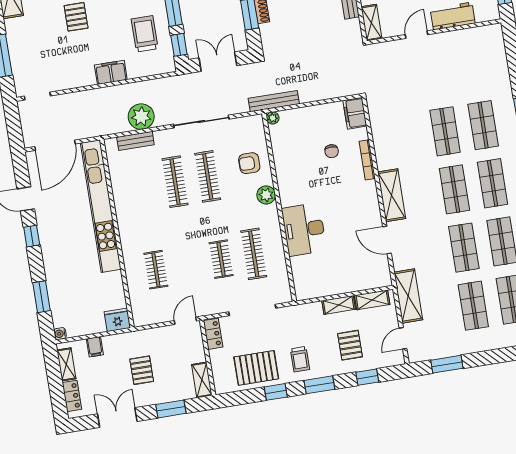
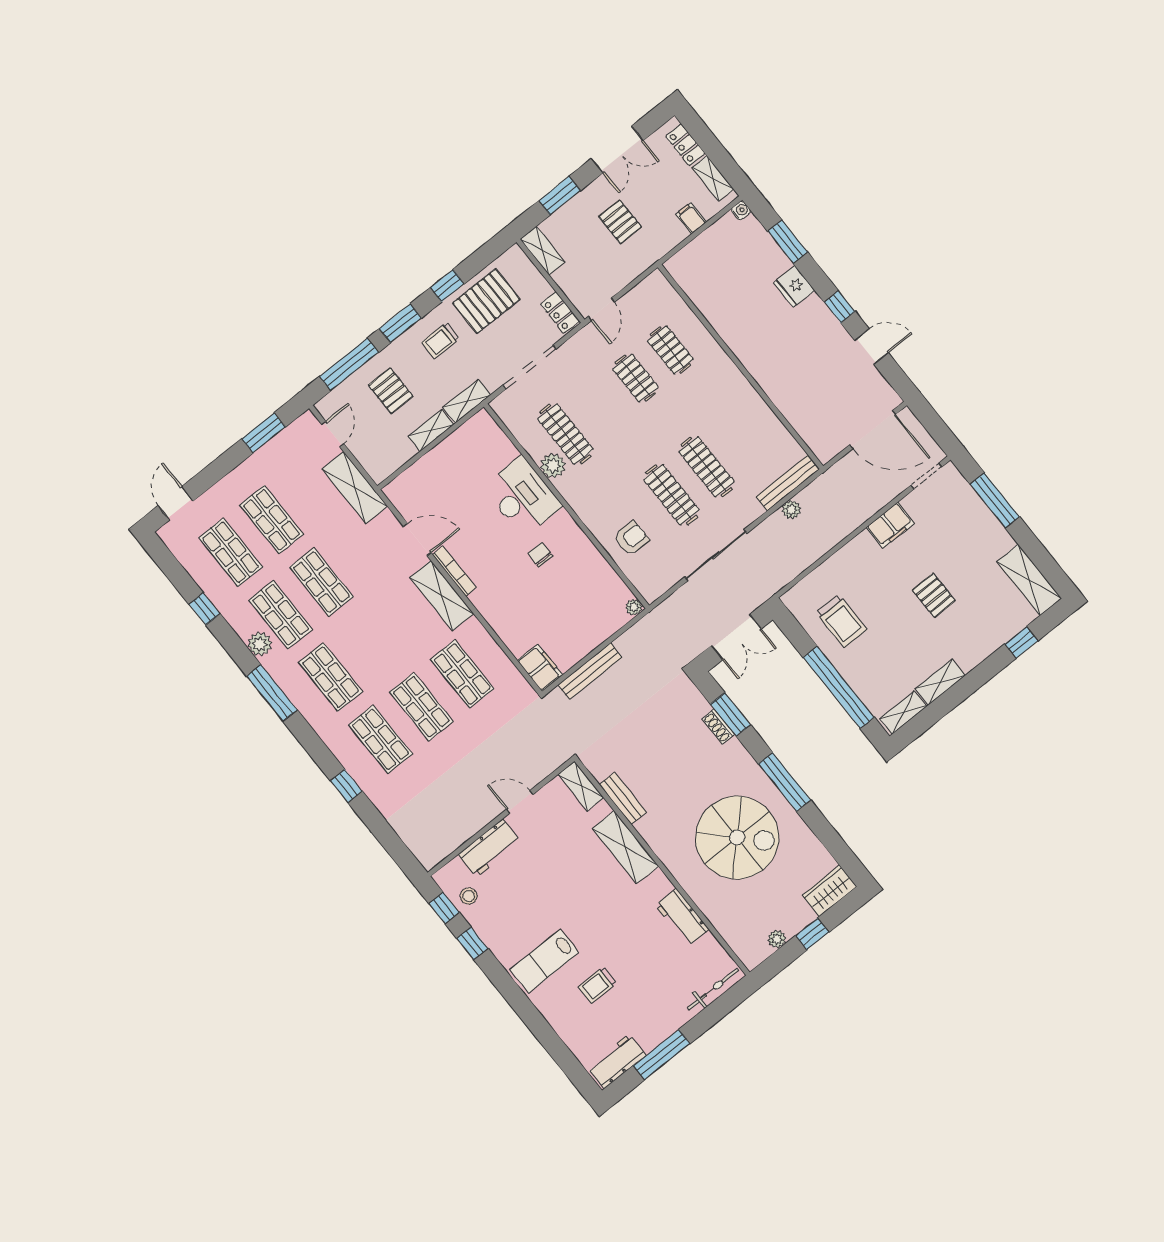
door: (416, 35) -> (520, 802), swing flipped
window: (179, 45) -> (794, 631), removed
filing cabinet: (111, 72) -> (890, 525), moved
bench: (274, 101) -> (590, 671), moved
plant: (141, 117) -> (791, 510), width x0.53, depth x0.53
bench: (135, 141) -> (788, 483), width x1.36
door: (55, 145) -> (873, 430), swing flipped
chair: (332, 151) -> (540, 555), moved
bookcase: (367, 160) -> (454, 571), moved
shop shelf: (454, 189) -> (462, 674), moved
plant: (266, 195) -> (553, 466), moved
kitchen unit: (101, 206) -> (778, 388), removed
clothes rail: (221, 259) -> (635, 378), moved
shelving: (372, 300) -> (467, 401), moved
fridge: (117, 320) -> (794, 286), moved, turned 90
trolley: (300, 359) -> (441, 341), turned -90
window: (367, 377) -> (349, 364), width x2.17

